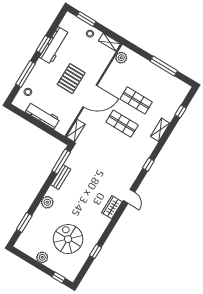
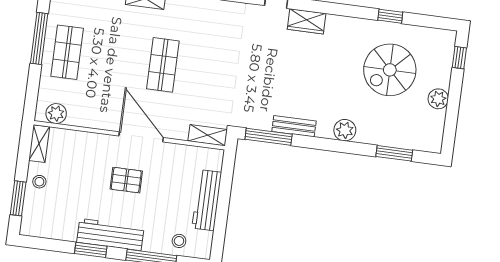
workbench: (54, 45) -> (110, 235), moved
pallet: (71, 79) -> (126, 180), width x0.67, depth x0.71
shop shelf: (136, 100) -> (67, 52), moved

